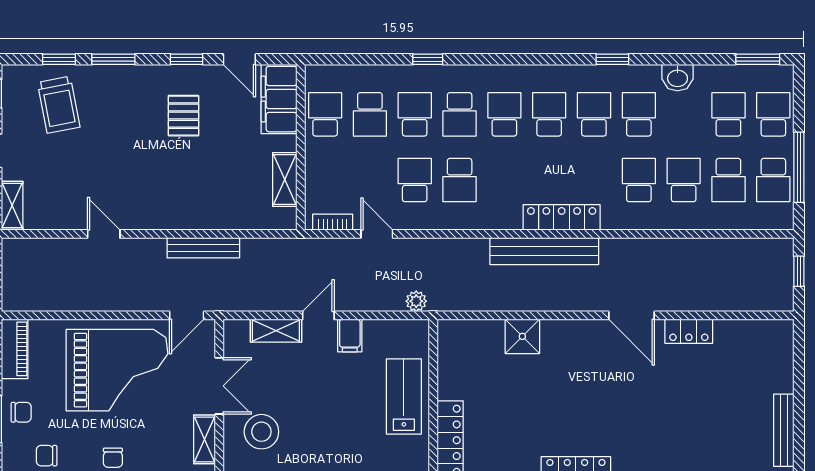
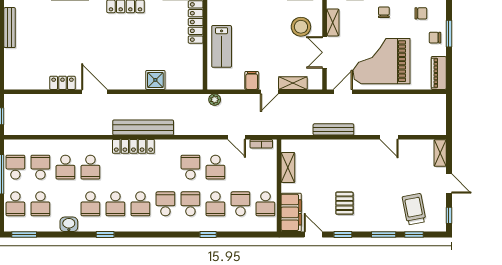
school desk: (504, 114) -> (165, 204), turned 180

